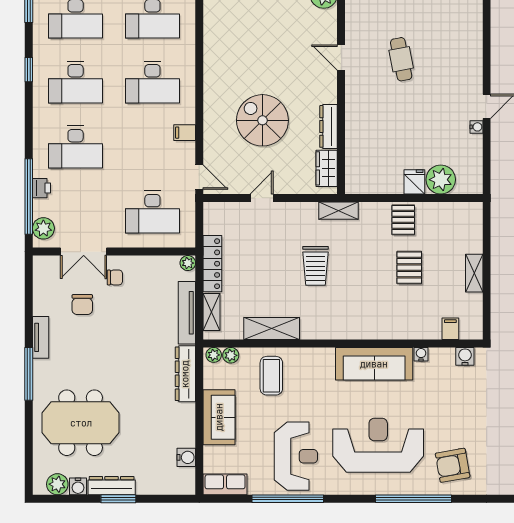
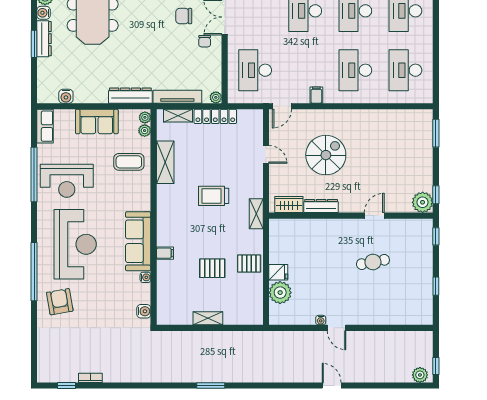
filing cabinet: (450, 329) -> (165, 253), moved

